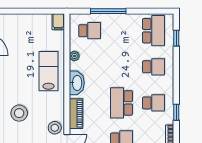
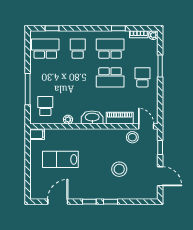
lab bench: (48, 71) -> (60, 159), moved
school desk: (153, 103) -> (110, 49), width x1.85

